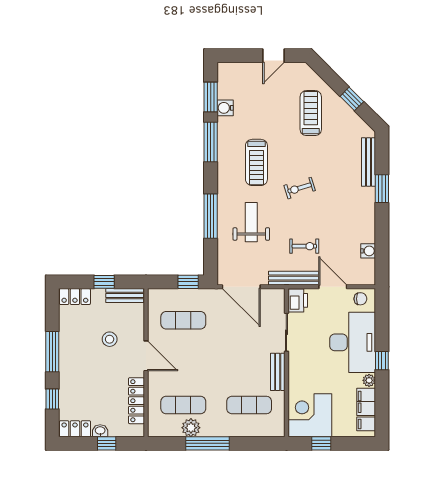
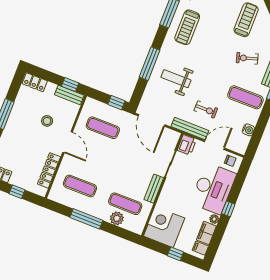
treadmill: (256, 162) -> (187, 27), moved
exercise bike: (300, 188) -> (247, 58), moved
exercise mat: (348, 211) -> (245, 97), added
weight bench: (251, 222) -> (176, 79), turned -90
window: (104, 282) -> (70, 85), moved
door: (333, 287) -> (214, 145), hinge flipped
plant: (191, 428) -> (117, 218), moved
washbasin: (100, 431) -> (16, 181), removed
window: (321, 443) -> (175, 254), moved

